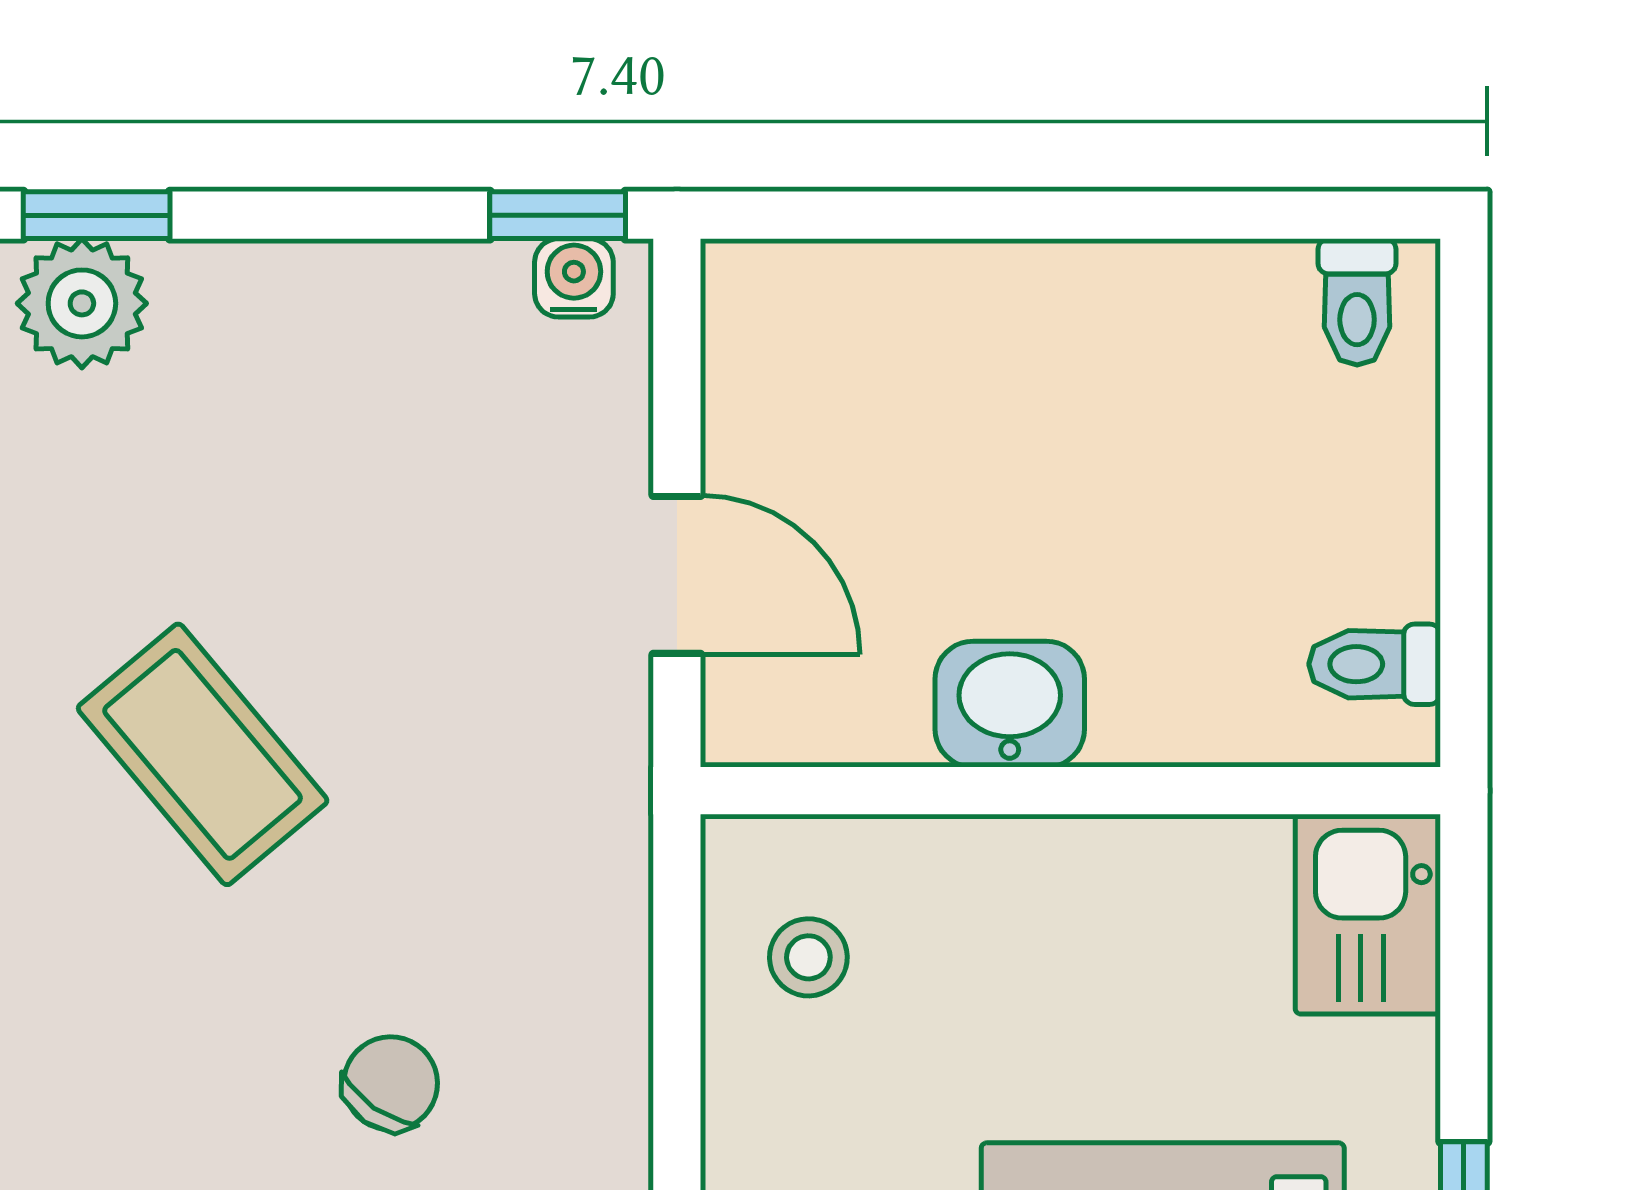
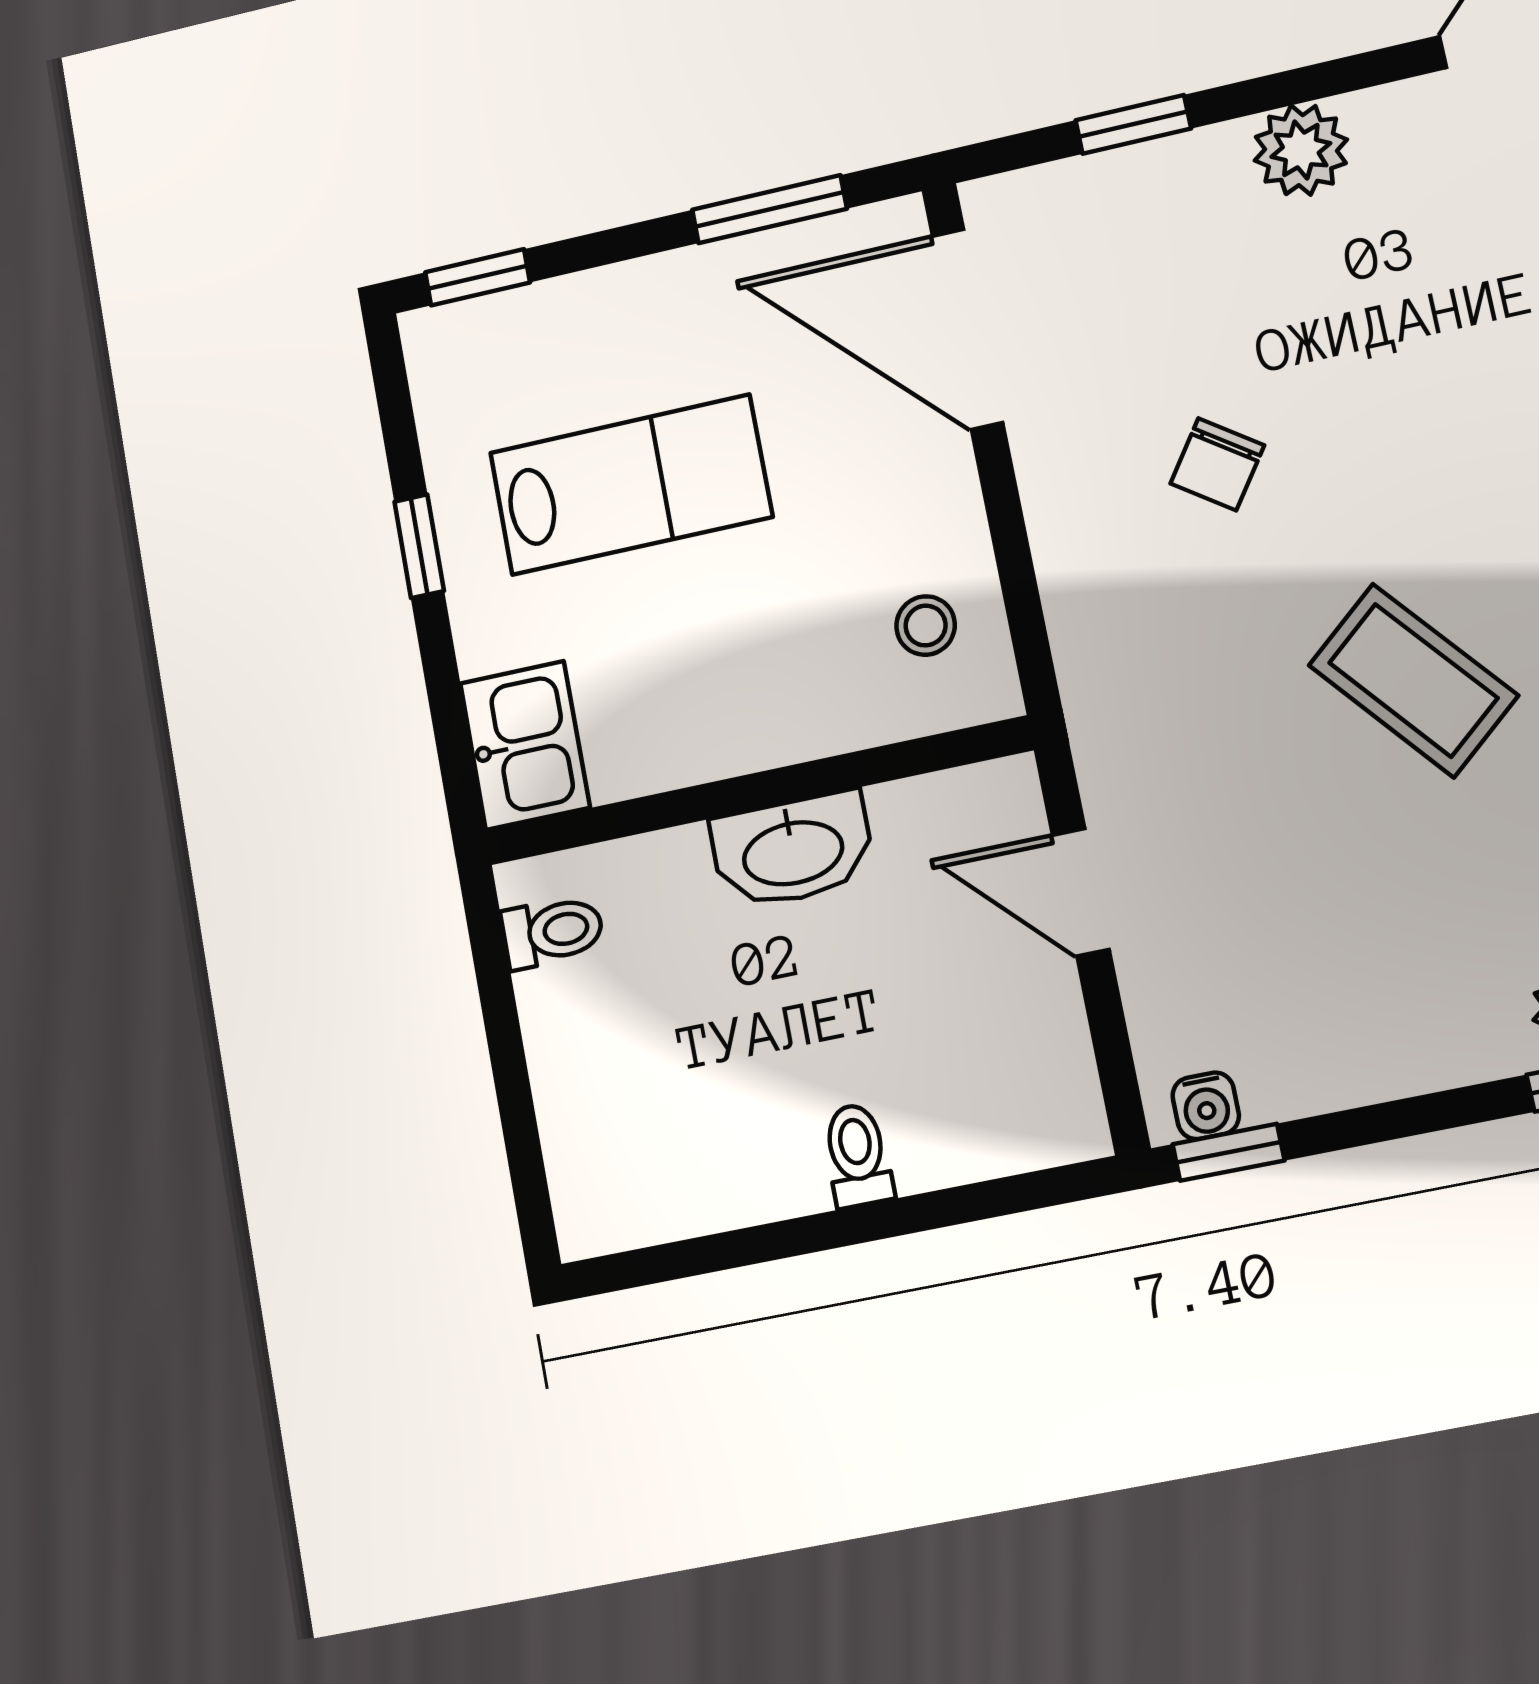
toilet: (1357, 302) -> (857, 1155), moved
washbasin: (1010, 704) -> (793, 850), width x1.38

